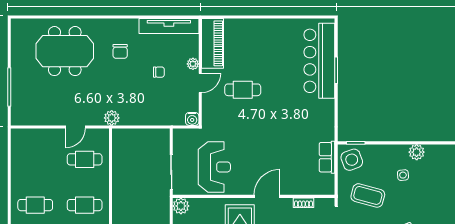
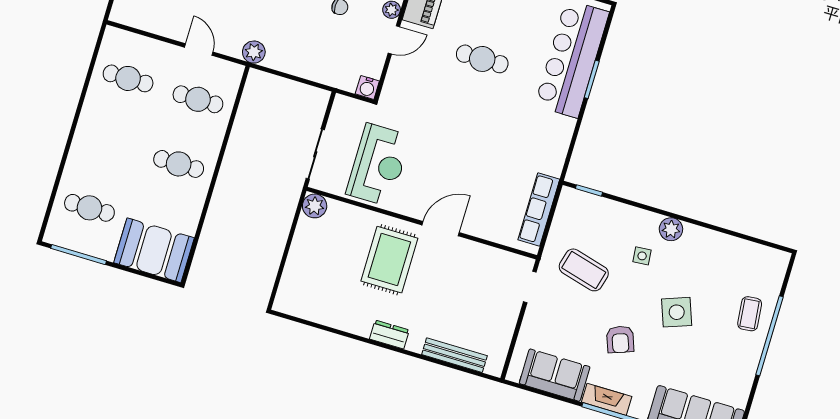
cafe table: (243, 90) -> (482, 59), moved
door: (75, 127) -> (199, 50), swing flipped
row of seats: (327, 157) -> (539, 209), width x1.48
side table: (352, 160) -> (677, 312), moved
shoe rack: (304, 203) -> (490, 253), removed
cafe table: (35, 205) -> (128, 78), moved

